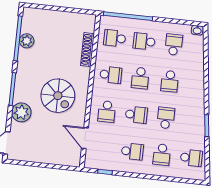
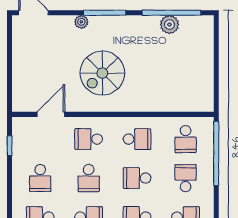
school desk: (115, 38) -> (186, 139), turned 180
shoe rack: (88, 50) -> (167, 105), removed
school desk: (111, 75) -> (137, 139), turned -90
plant: (21, 112) -> (81, 22), width x0.53, depth x0.53

